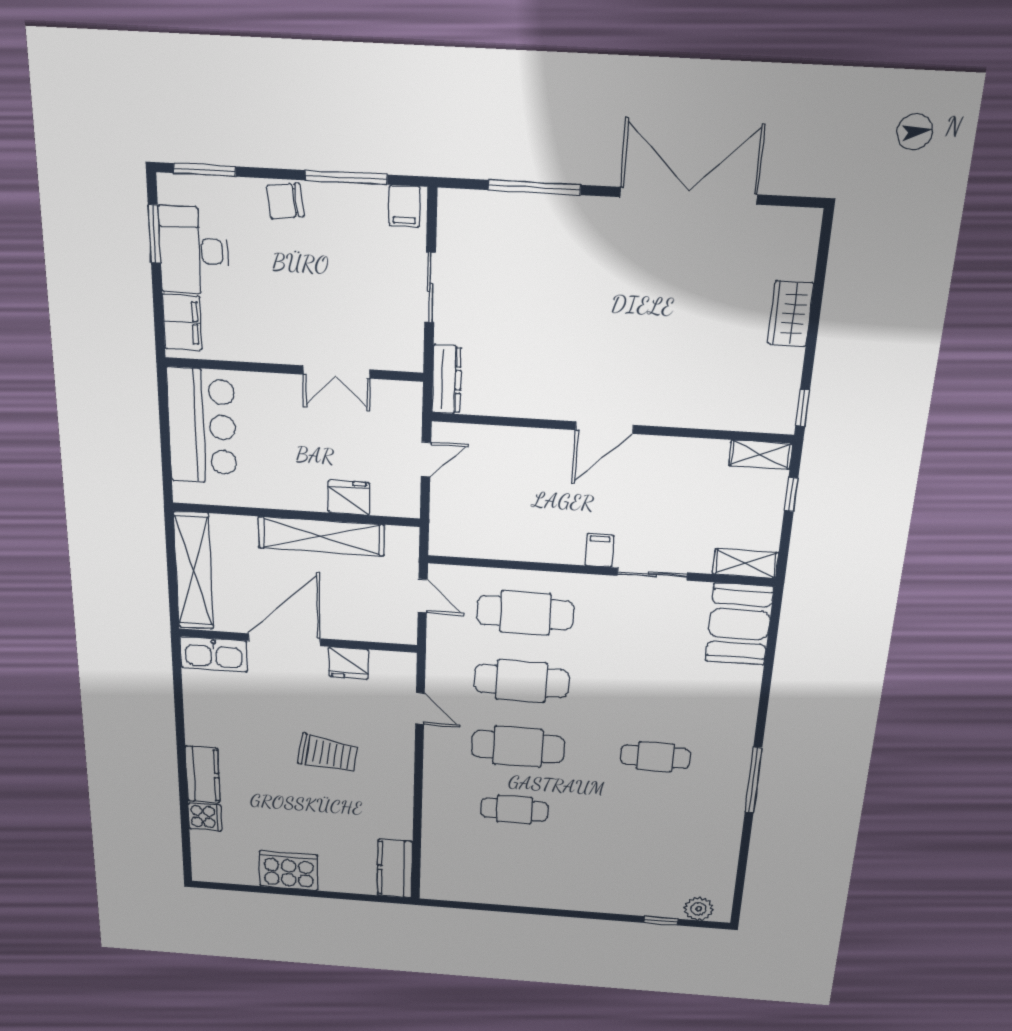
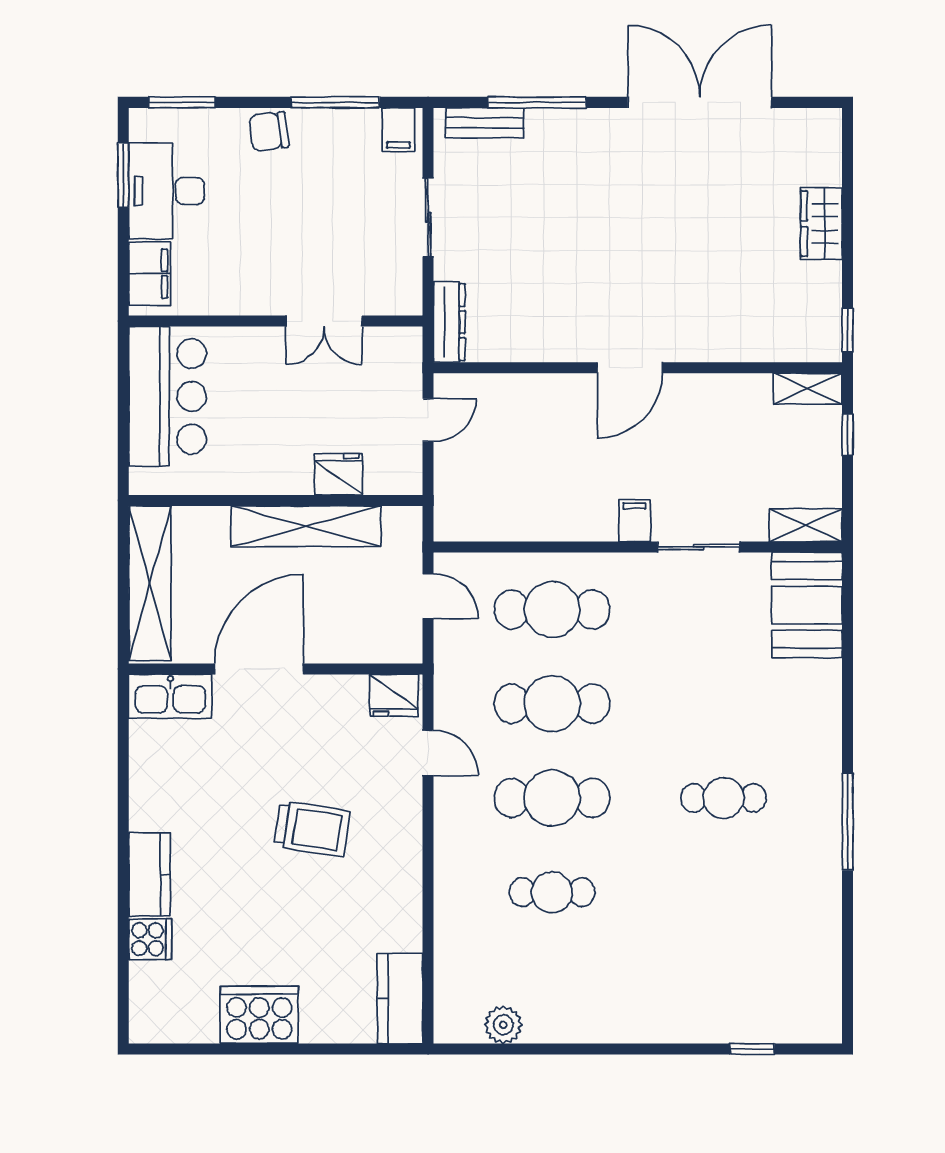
bench: (485, 204) -> (485, 123), added
fridge: (348, 663) -> (394, 695), moved
plant: (699, 909) -> (503, 1025), moved

